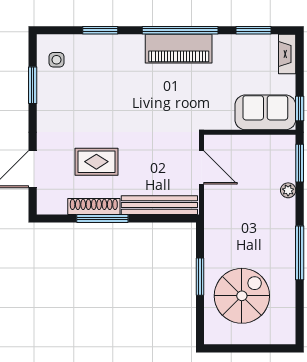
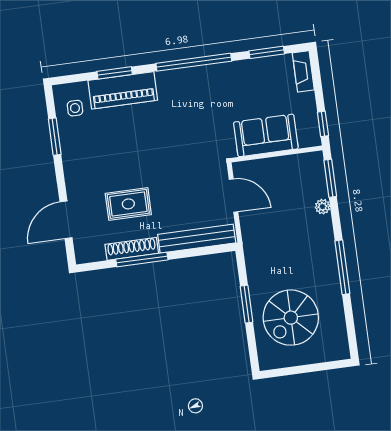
piano: (179, 49) -> (123, 90), moved
sofa: (265, 112) -> (266, 135), moved
spiral stairs: (242, 296) -> (291, 318), turned 180

